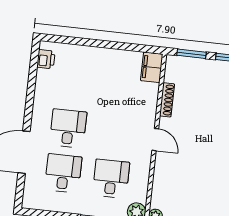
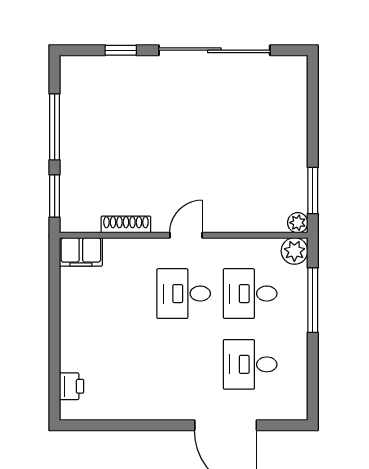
printer: (46, 59) -> (72, 386), moved, turned 90
desk: (68, 128) -> (184, 294), moved

